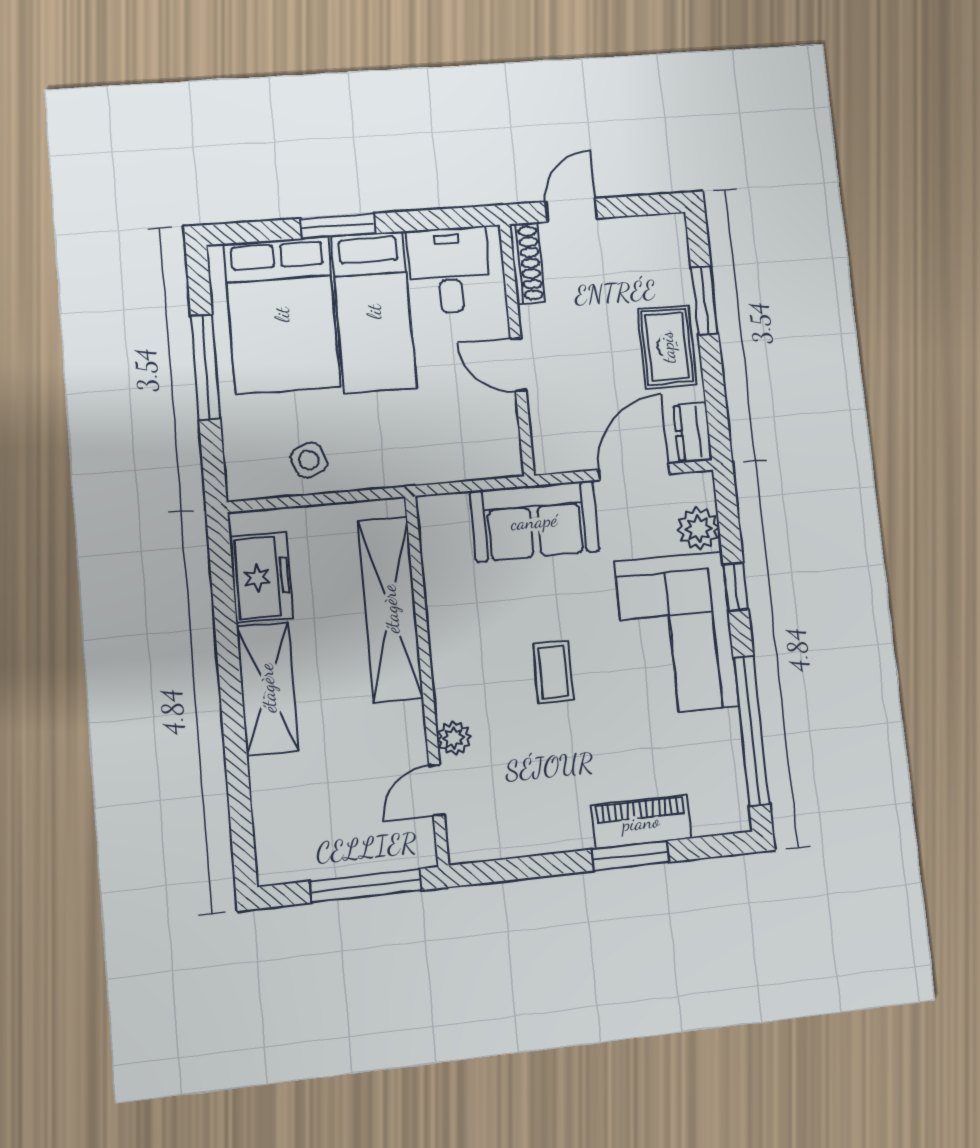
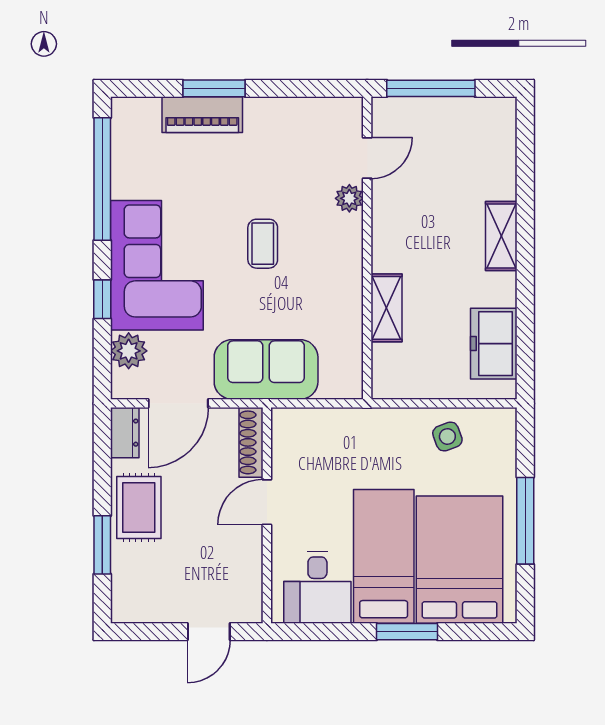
shoe rack: (527, 263) -> (251, 442), moved
door: (518, 365) -> (267, 502), swing flipped
shelving: (390, 609) -> (386, 308), width x0.45, depth x0.75
shelving: (267, 688) -> (501, 236), width x0.67, depth x0.75

